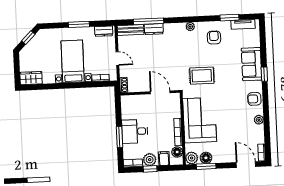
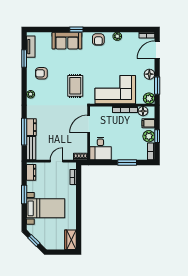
bed with nightstands: (73, 61) -> (46, 208), moved, turned 180
desk: (135, 131) -> (100, 148), moved
floor lamp: (206, 158) -> (149, 74), moved

